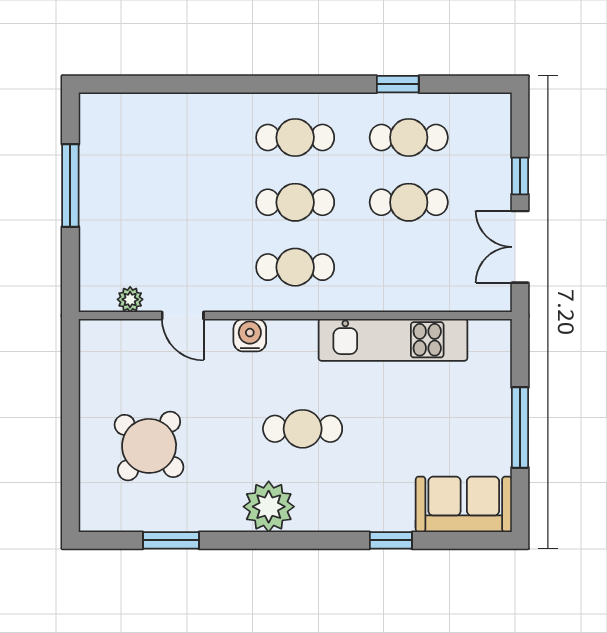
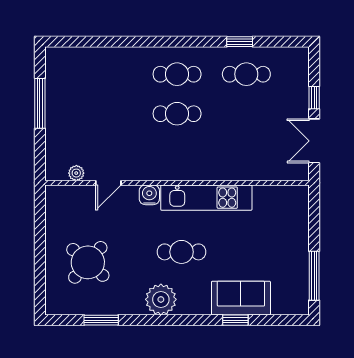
cafe table: (409, 202) -> (246, 114), removed
cafe table: (295, 267) -> (177, 153), removed
door: (183, 316) -> (108, 183), hinge flipped
kitchen unit: (393, 340) -> (206, 198), moved
window: (520, 427) -> (314, 276), moved
sofa: (464, 504) -> (241, 298), moved

